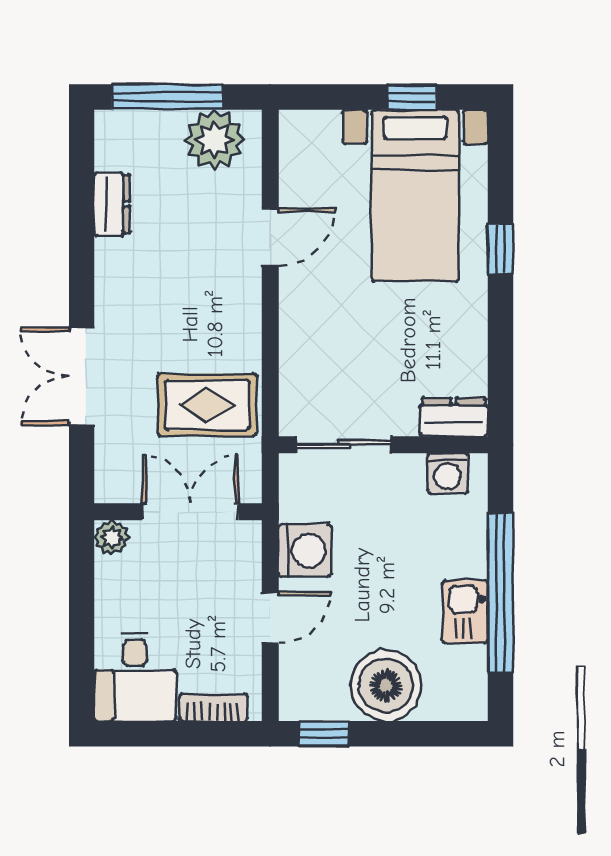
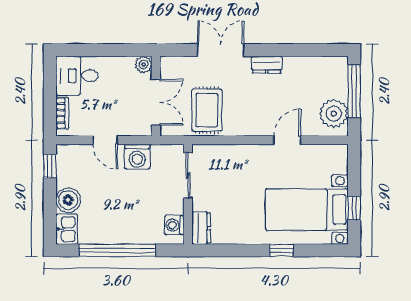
dresser: (112, 204) -> (267, 65), moved
door: (270, 237) -> (287, 140), swing flipped
kitchen sink: (465, 612) -> (67, 229), moved, turned 90
boiler: (386, 686) -> (68, 200), width x0.73, depth x0.73

